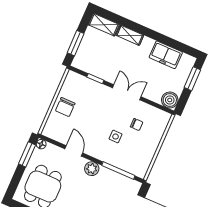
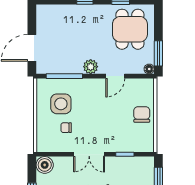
side table: (116, 137) -> (61, 104), moved, width x1.87, depth x1.87
door: (74, 151) -> (115, 76), hinge flipped

